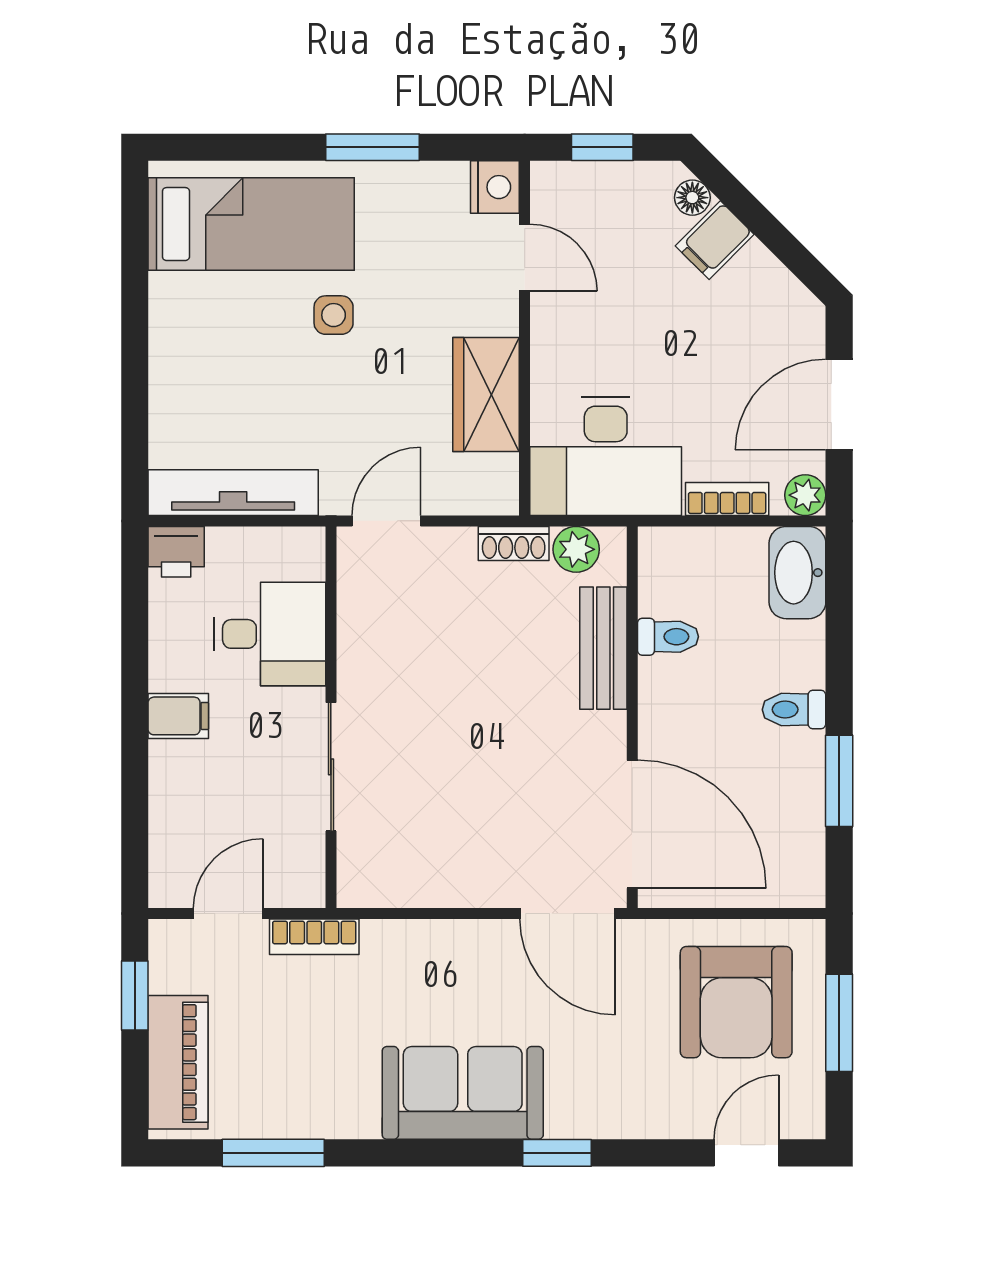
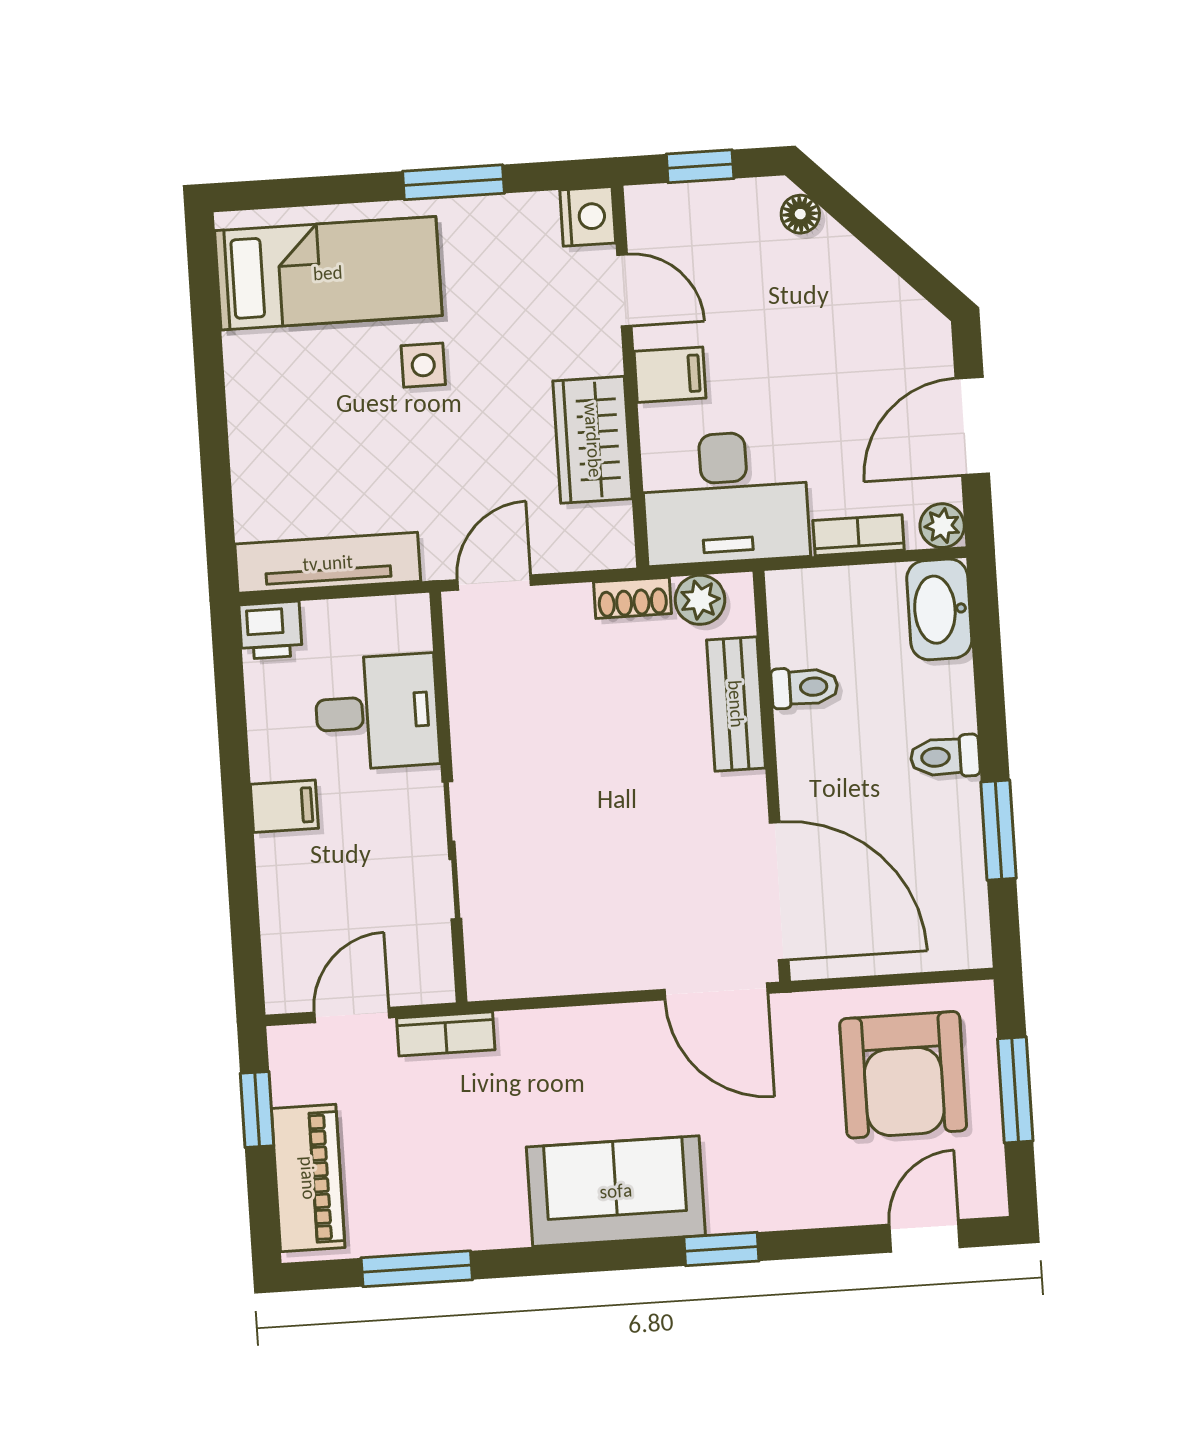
filing cabinet: (715, 240) -> (670, 375), moved, turned -135

